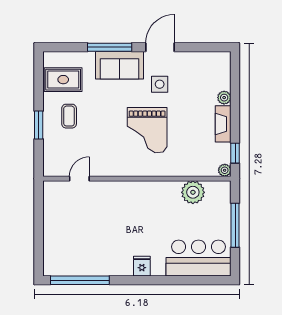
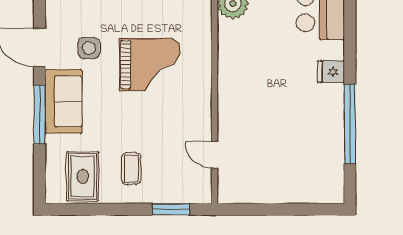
coffee table: (69, 116) -> (131, 169), turned 90
window: (39, 125) -> (171, 209), moved
window: (80, 280) -> (350, 124), moved

